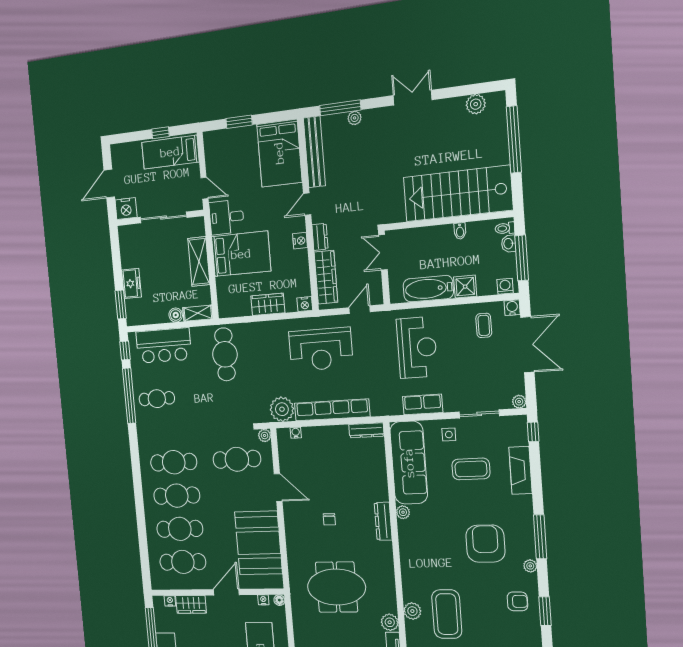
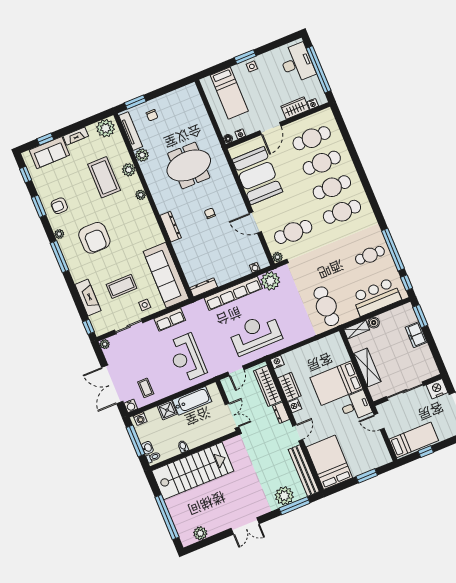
plant: (355, 118) -> (284, 496), width x1.88, depth x1.88
wardrobe: (268, 304) -> (289, 387), moved, turned -90
plant: (403, 512) -> (141, 195), moved

